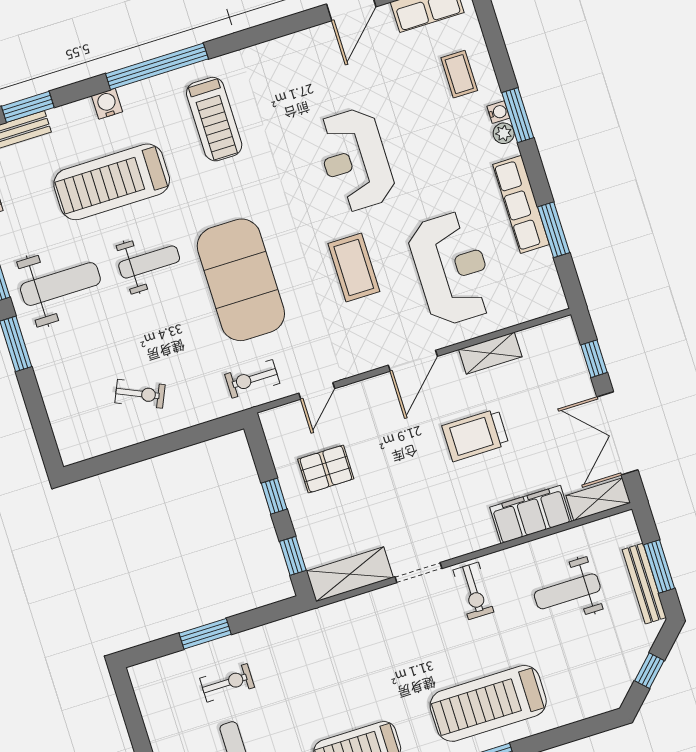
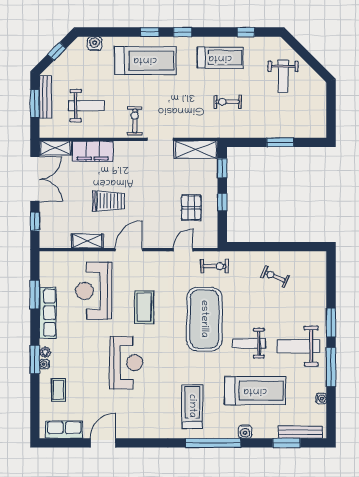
pallet: (326, 469) -> (191, 208), turned 90
exercise bike: (227, 683) -> (227, 102), moved
water cooler: (587, 705) -> (95, 44), added

